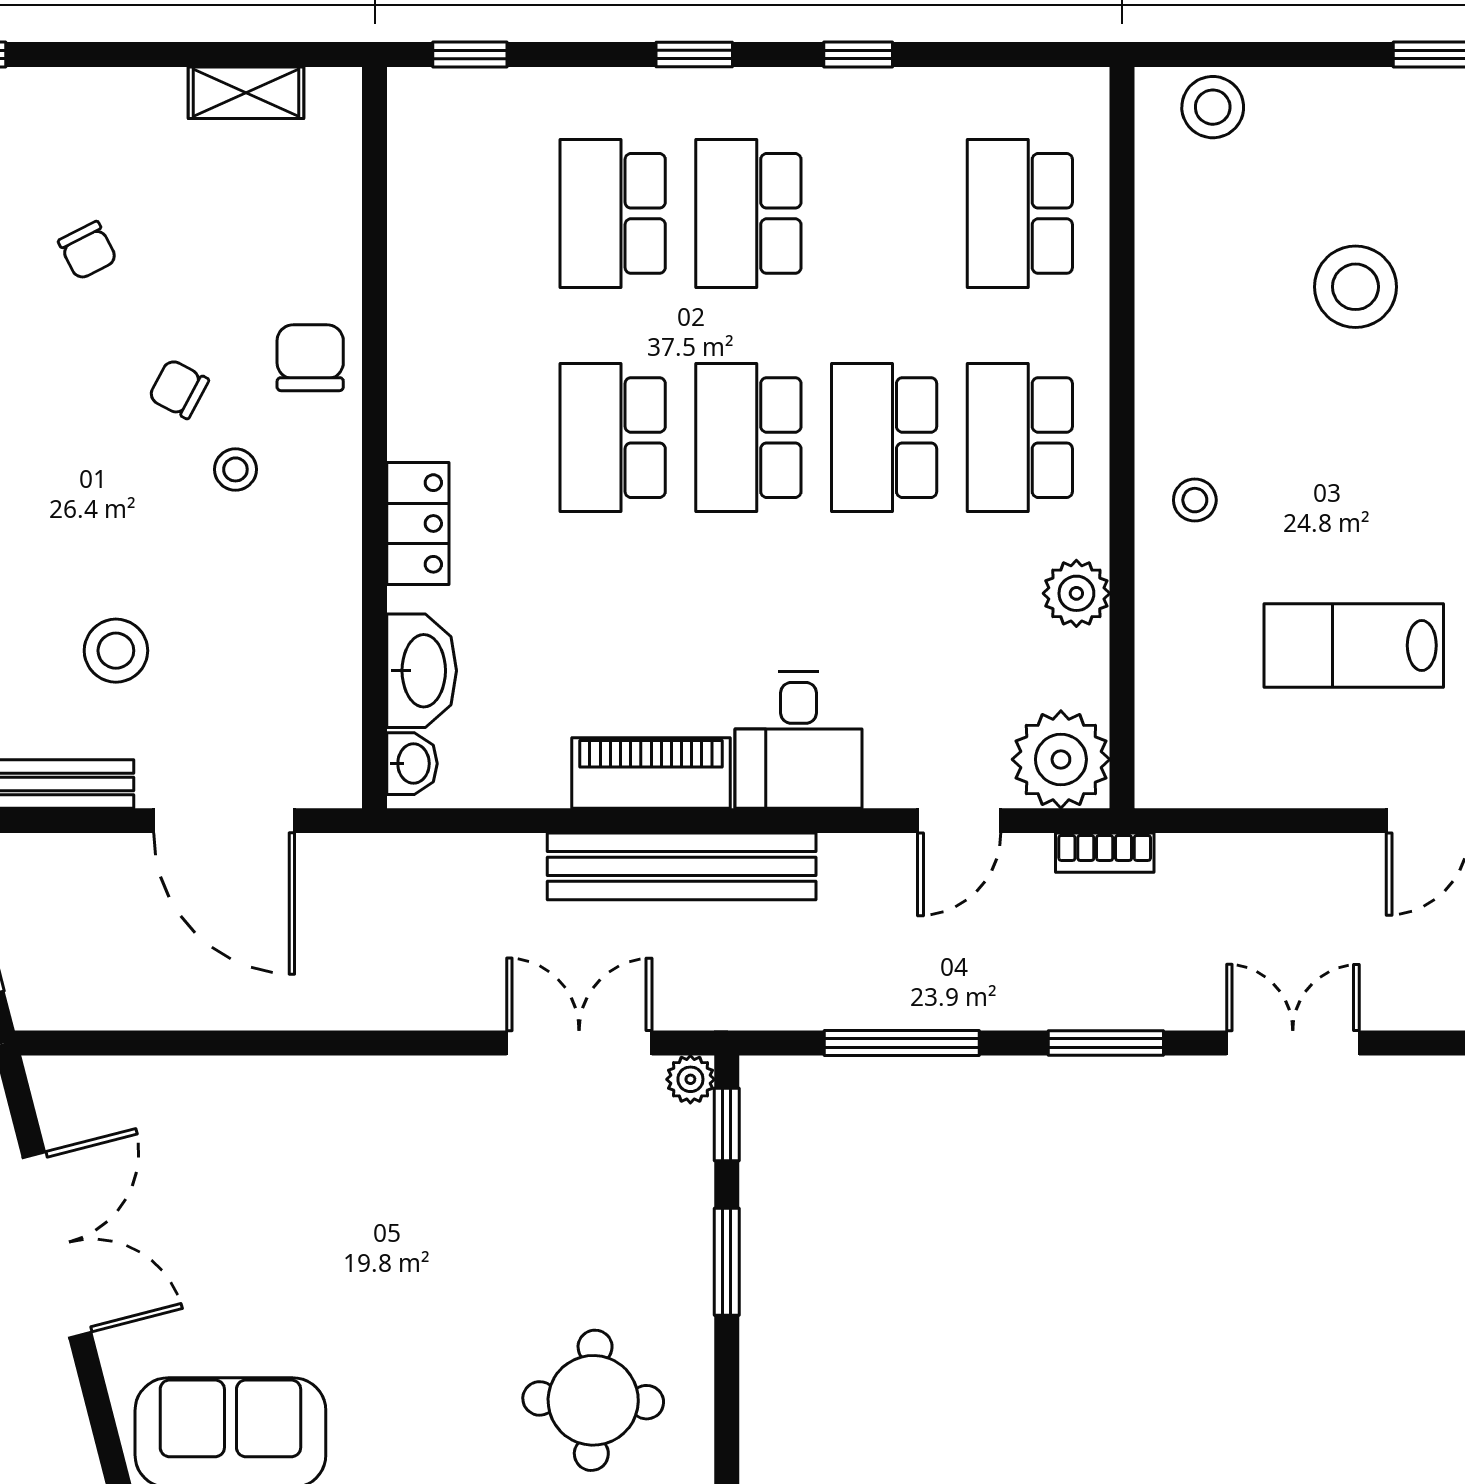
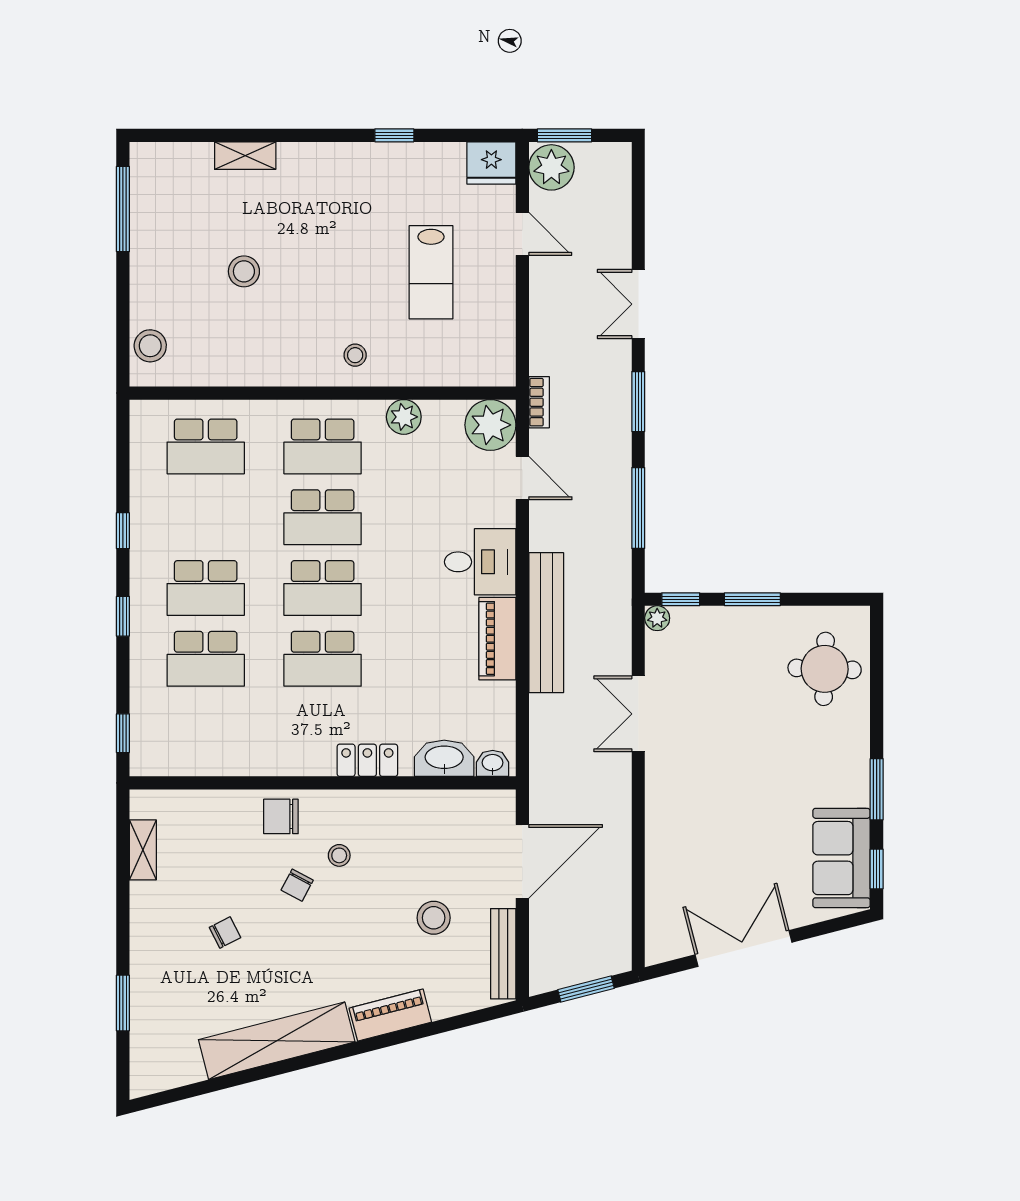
stool: (1355, 287) -> (244, 271), width x0.73, depth x0.73
double door: (579, 1043) -> (638, 714), moved

